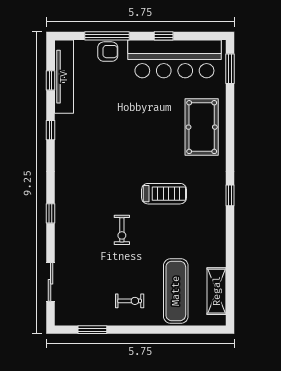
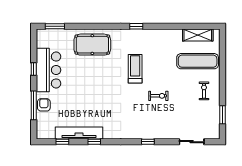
bar counter: (174, 59) -> (49, 70), width x0.73
tv unit: (64, 77) -> (79, 133), moved

